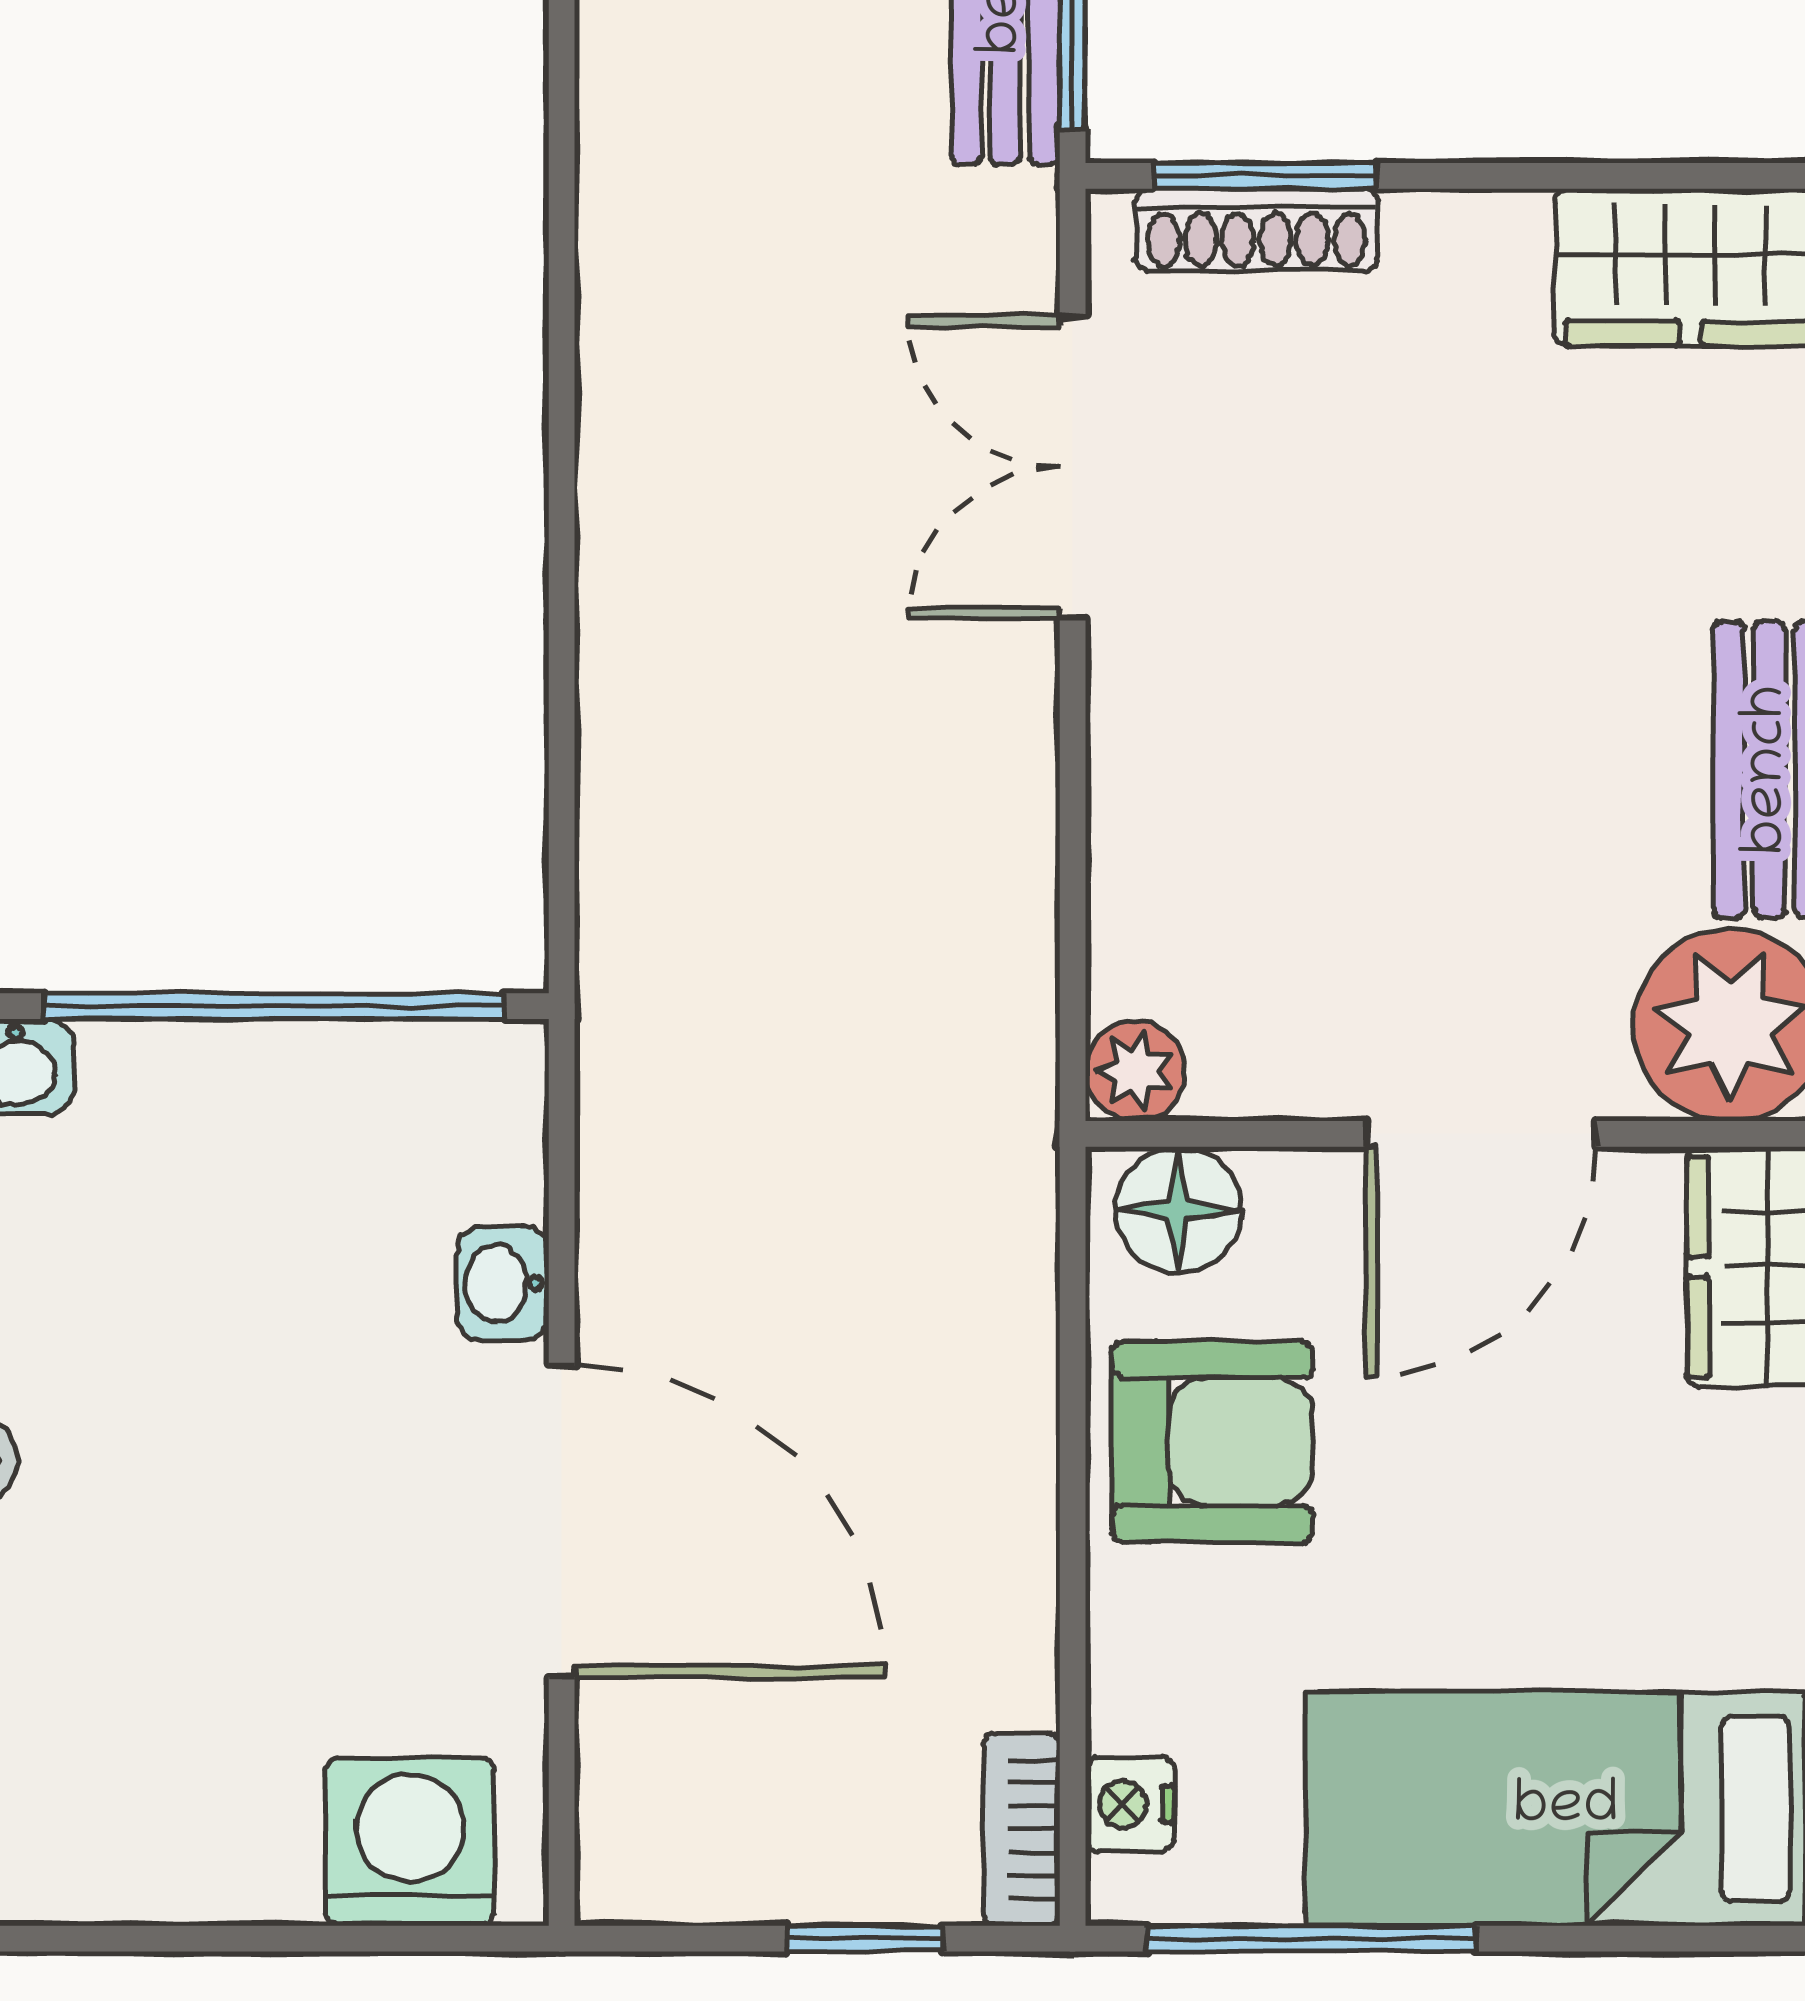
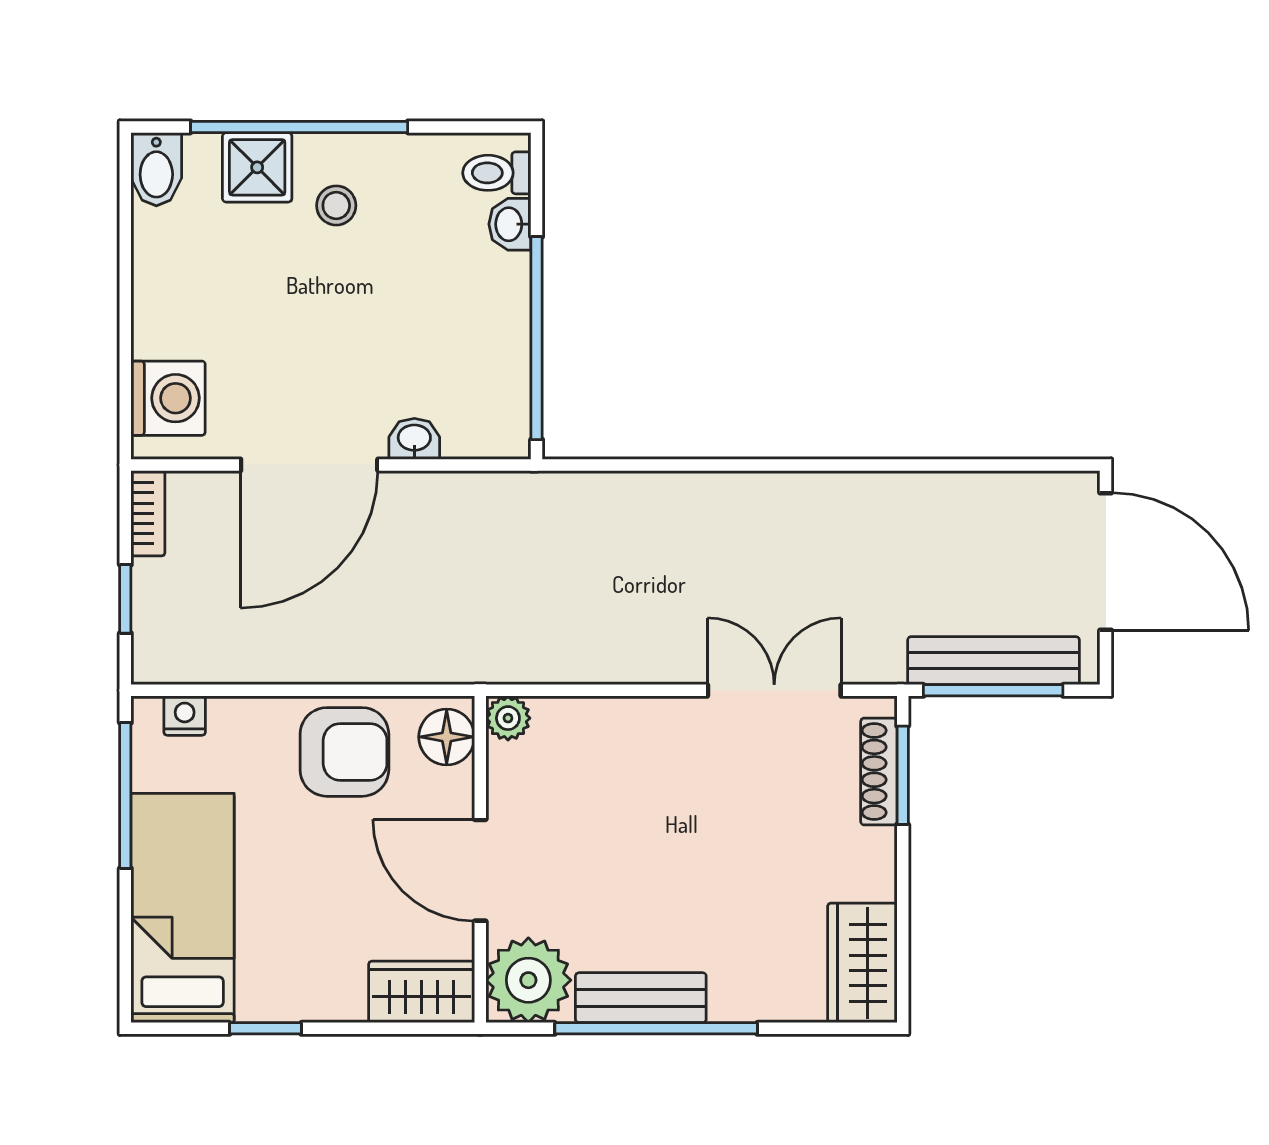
armchair: (1212, 1442) -> (344, 752), turned -90
bookcase: (1021, 1829) -> (148, 513), moved, turned 90

